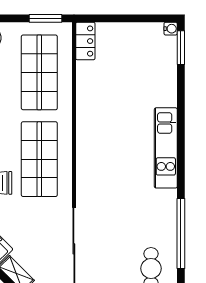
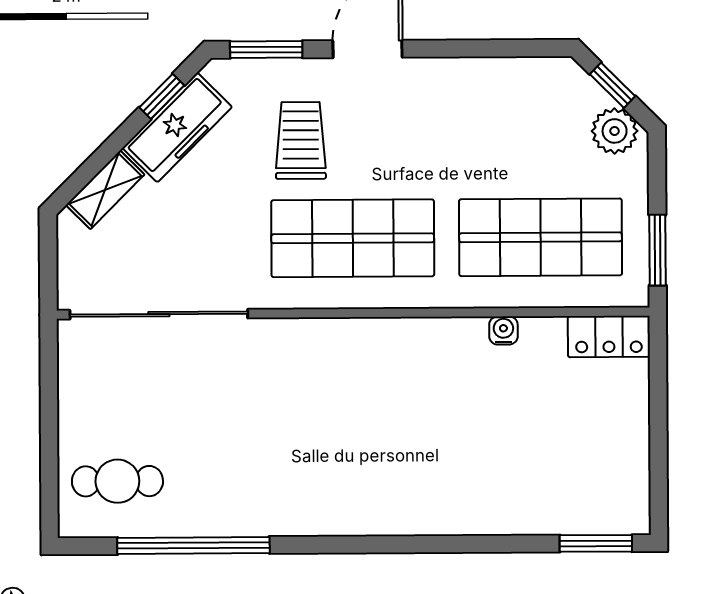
water cooler: (171, 29) -> (503, 331), moved, turned 180
kitchen unit: (166, 148) -> (379, 512), removed

